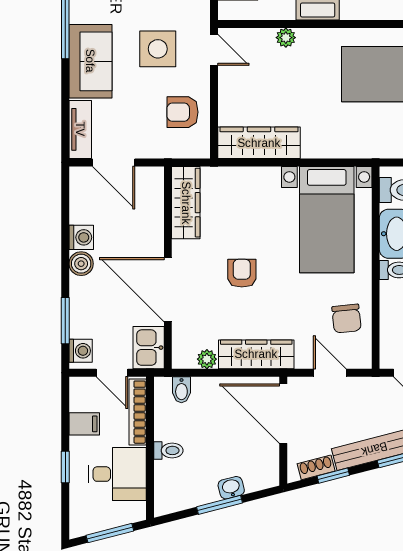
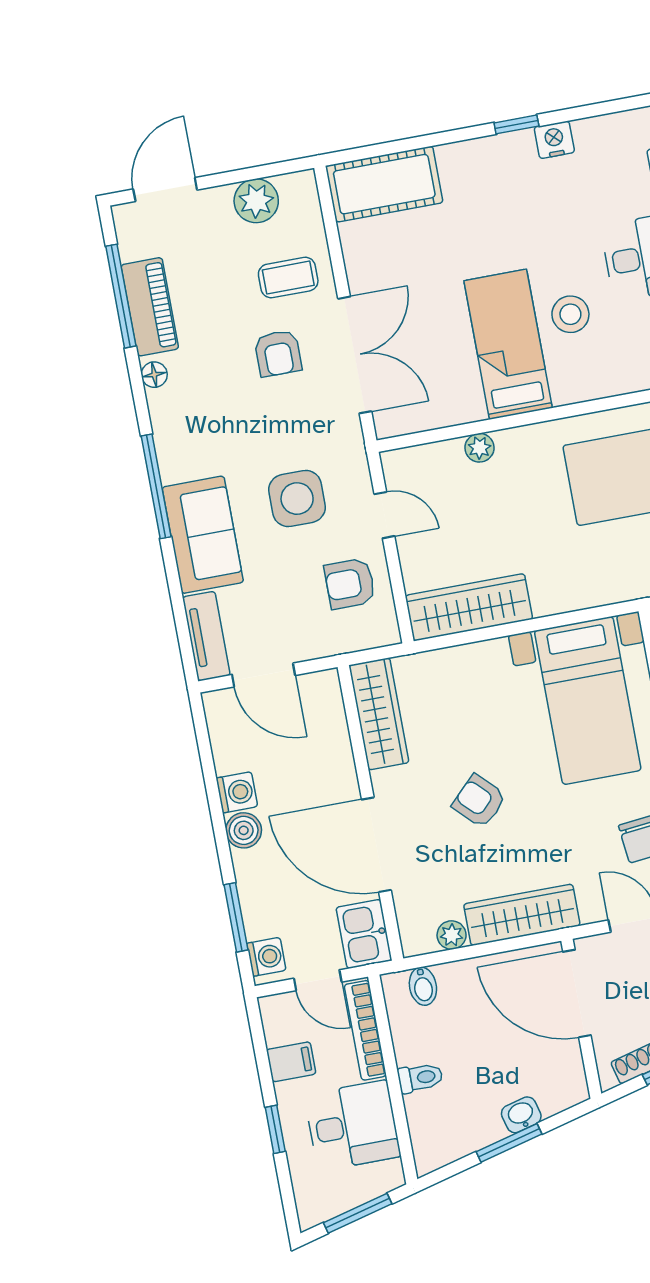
door: (214, 50) -> (384, 515), moved
armchair: (242, 273) -> (479, 801), turned -45

